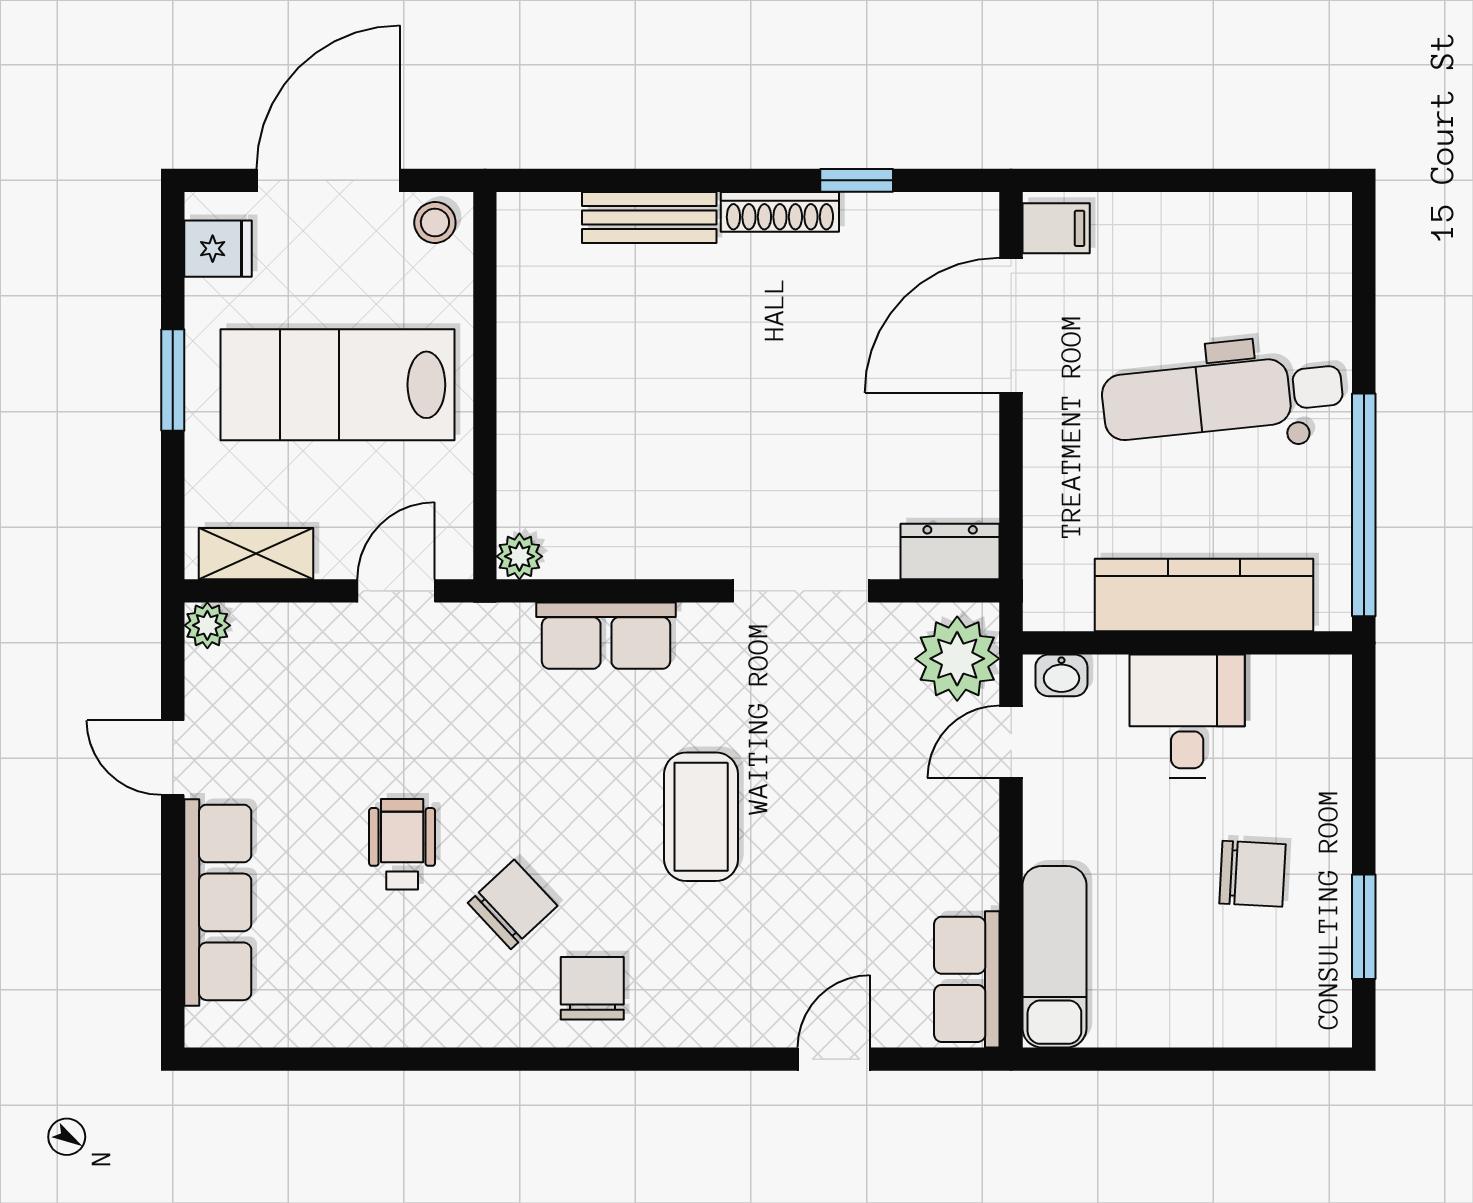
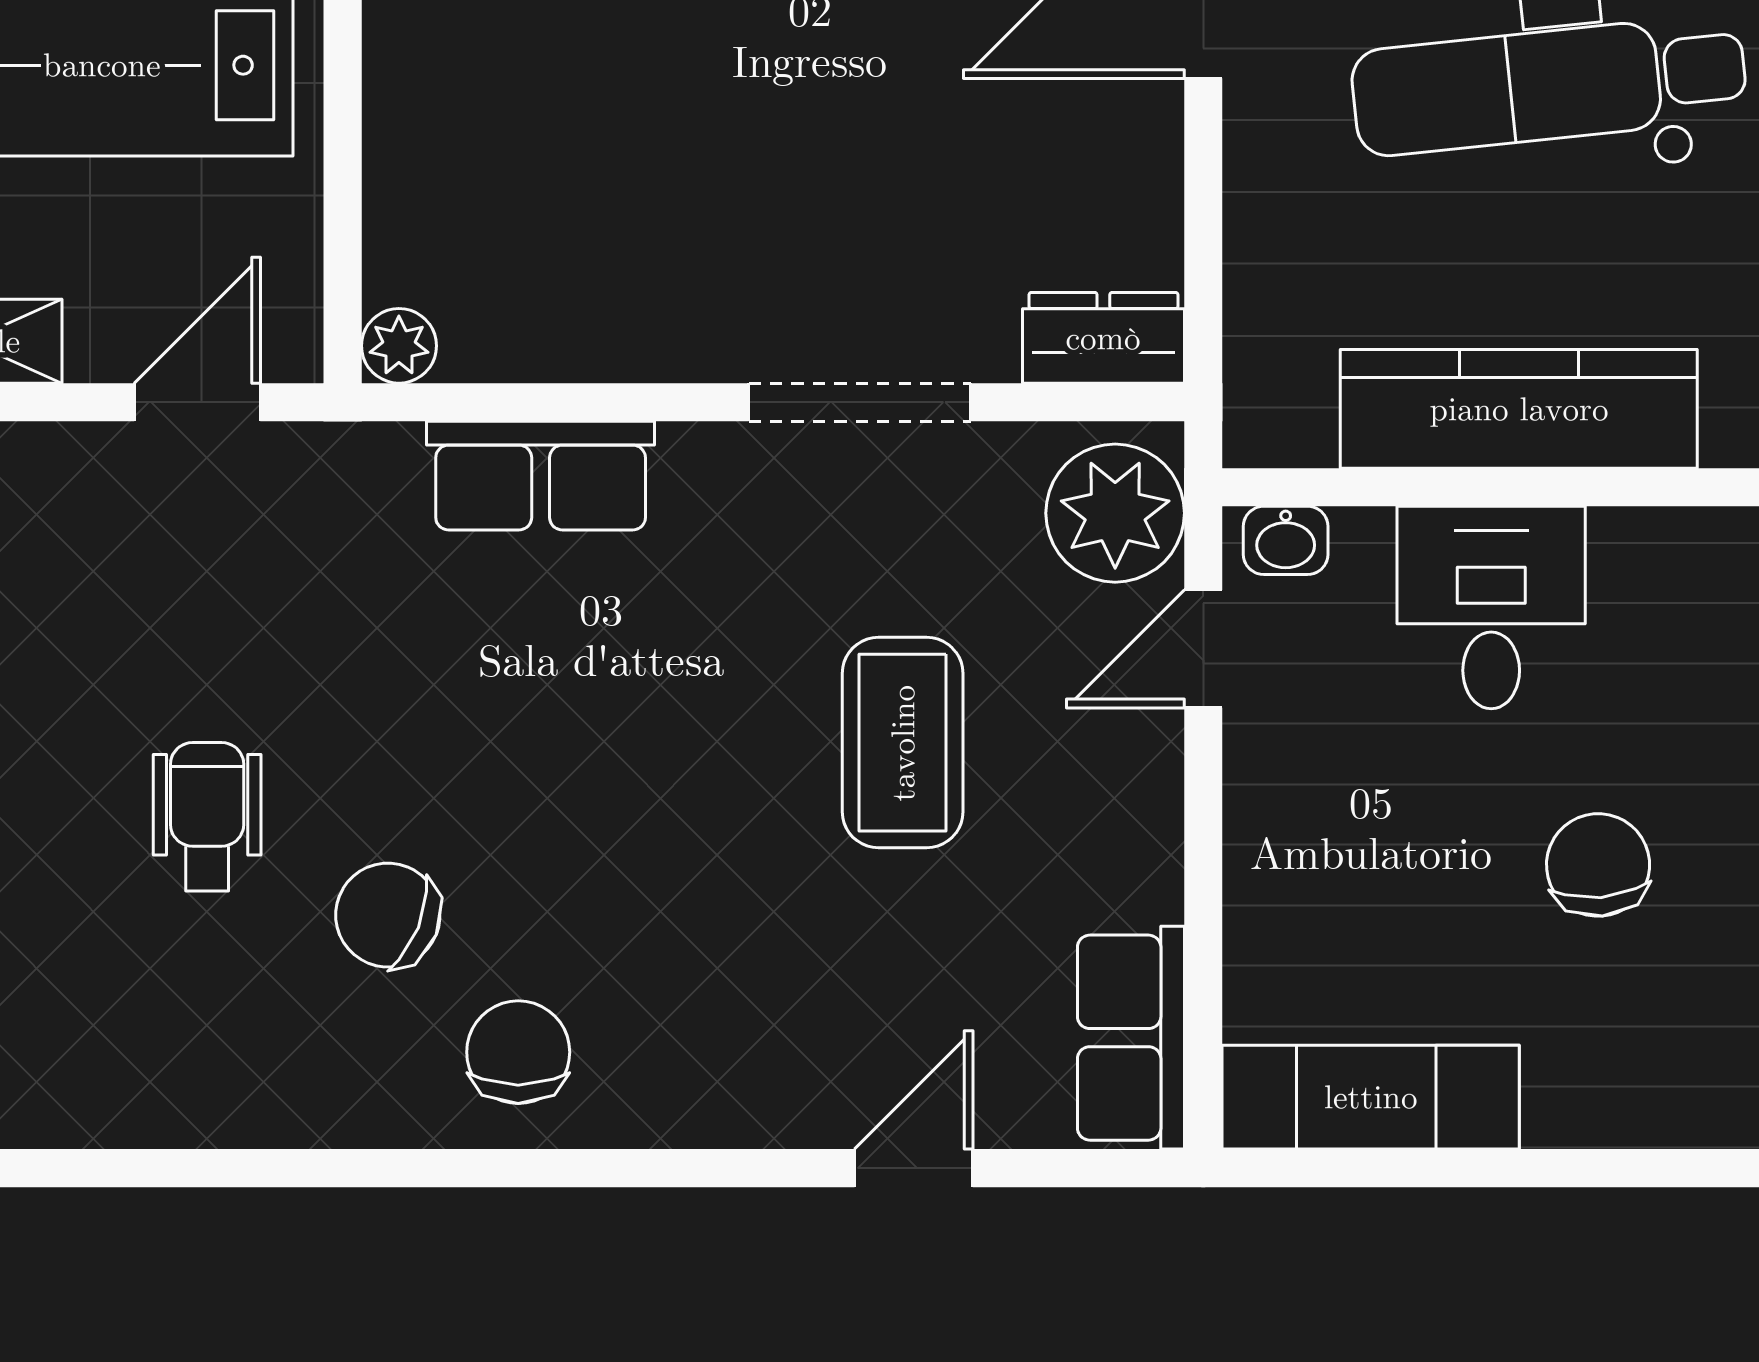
coffee table: (701, 817) -> (903, 743), moved
chair: (1252, 874) -> (1598, 865), turned -98
chair: (513, 904) -> (388, 915), turned -115
exam couch: (1054, 957) -> (1371, 1097), moved, turned -90

